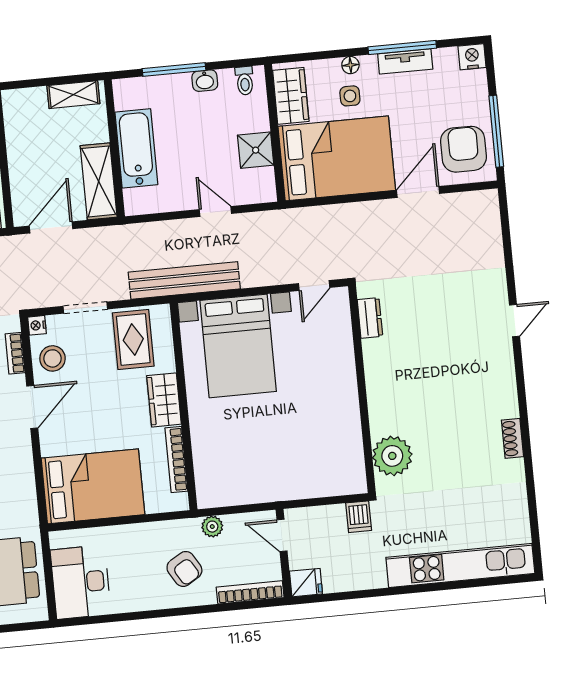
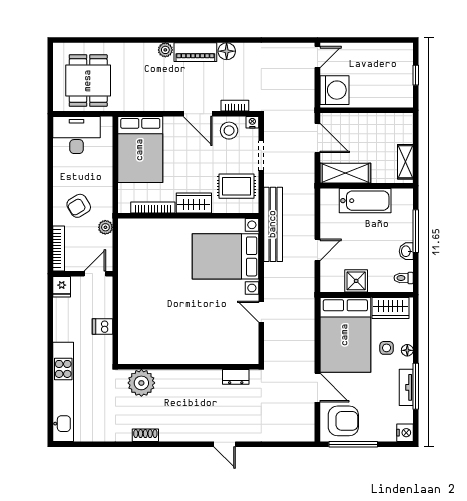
dresser: (370, 318) -> (236, 377), moved
wall: (362, 389) -> (188, 367), moved
plant: (392, 456) -> (141, 383), moved

